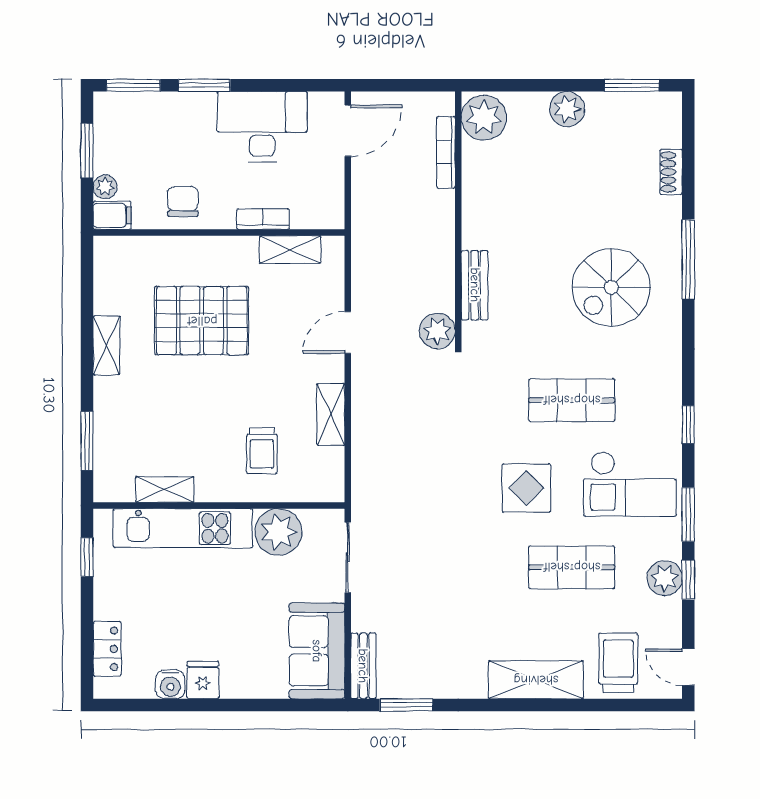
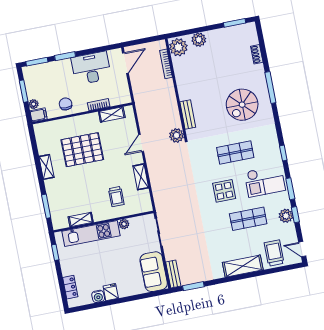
plant: (567, 109) -> (199, 40), moved
plant: (278, 532) -> (124, 224), width x0.53, depth x0.53

